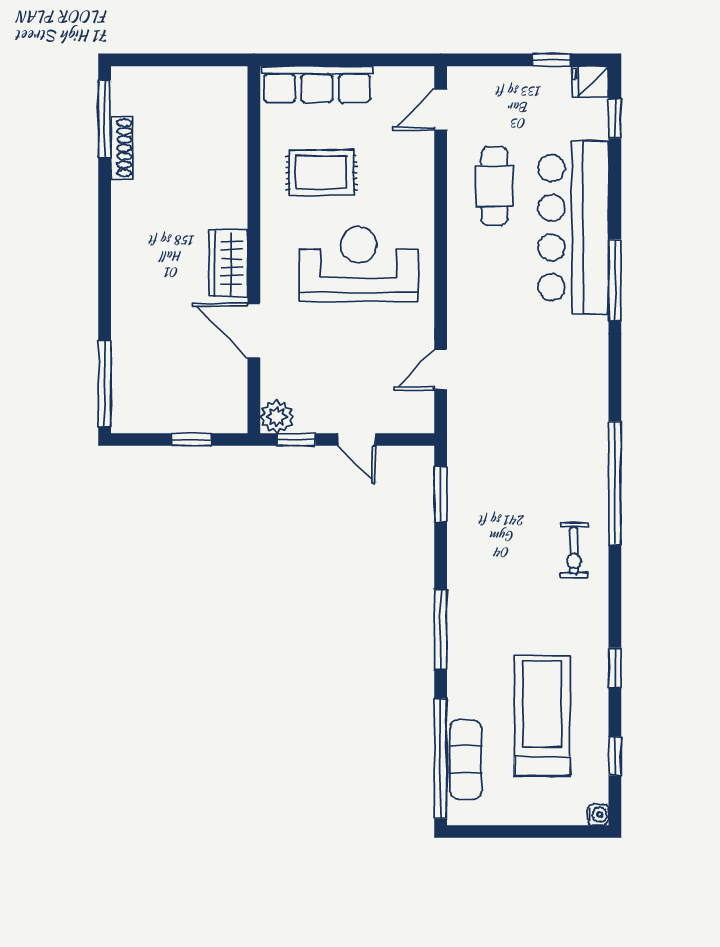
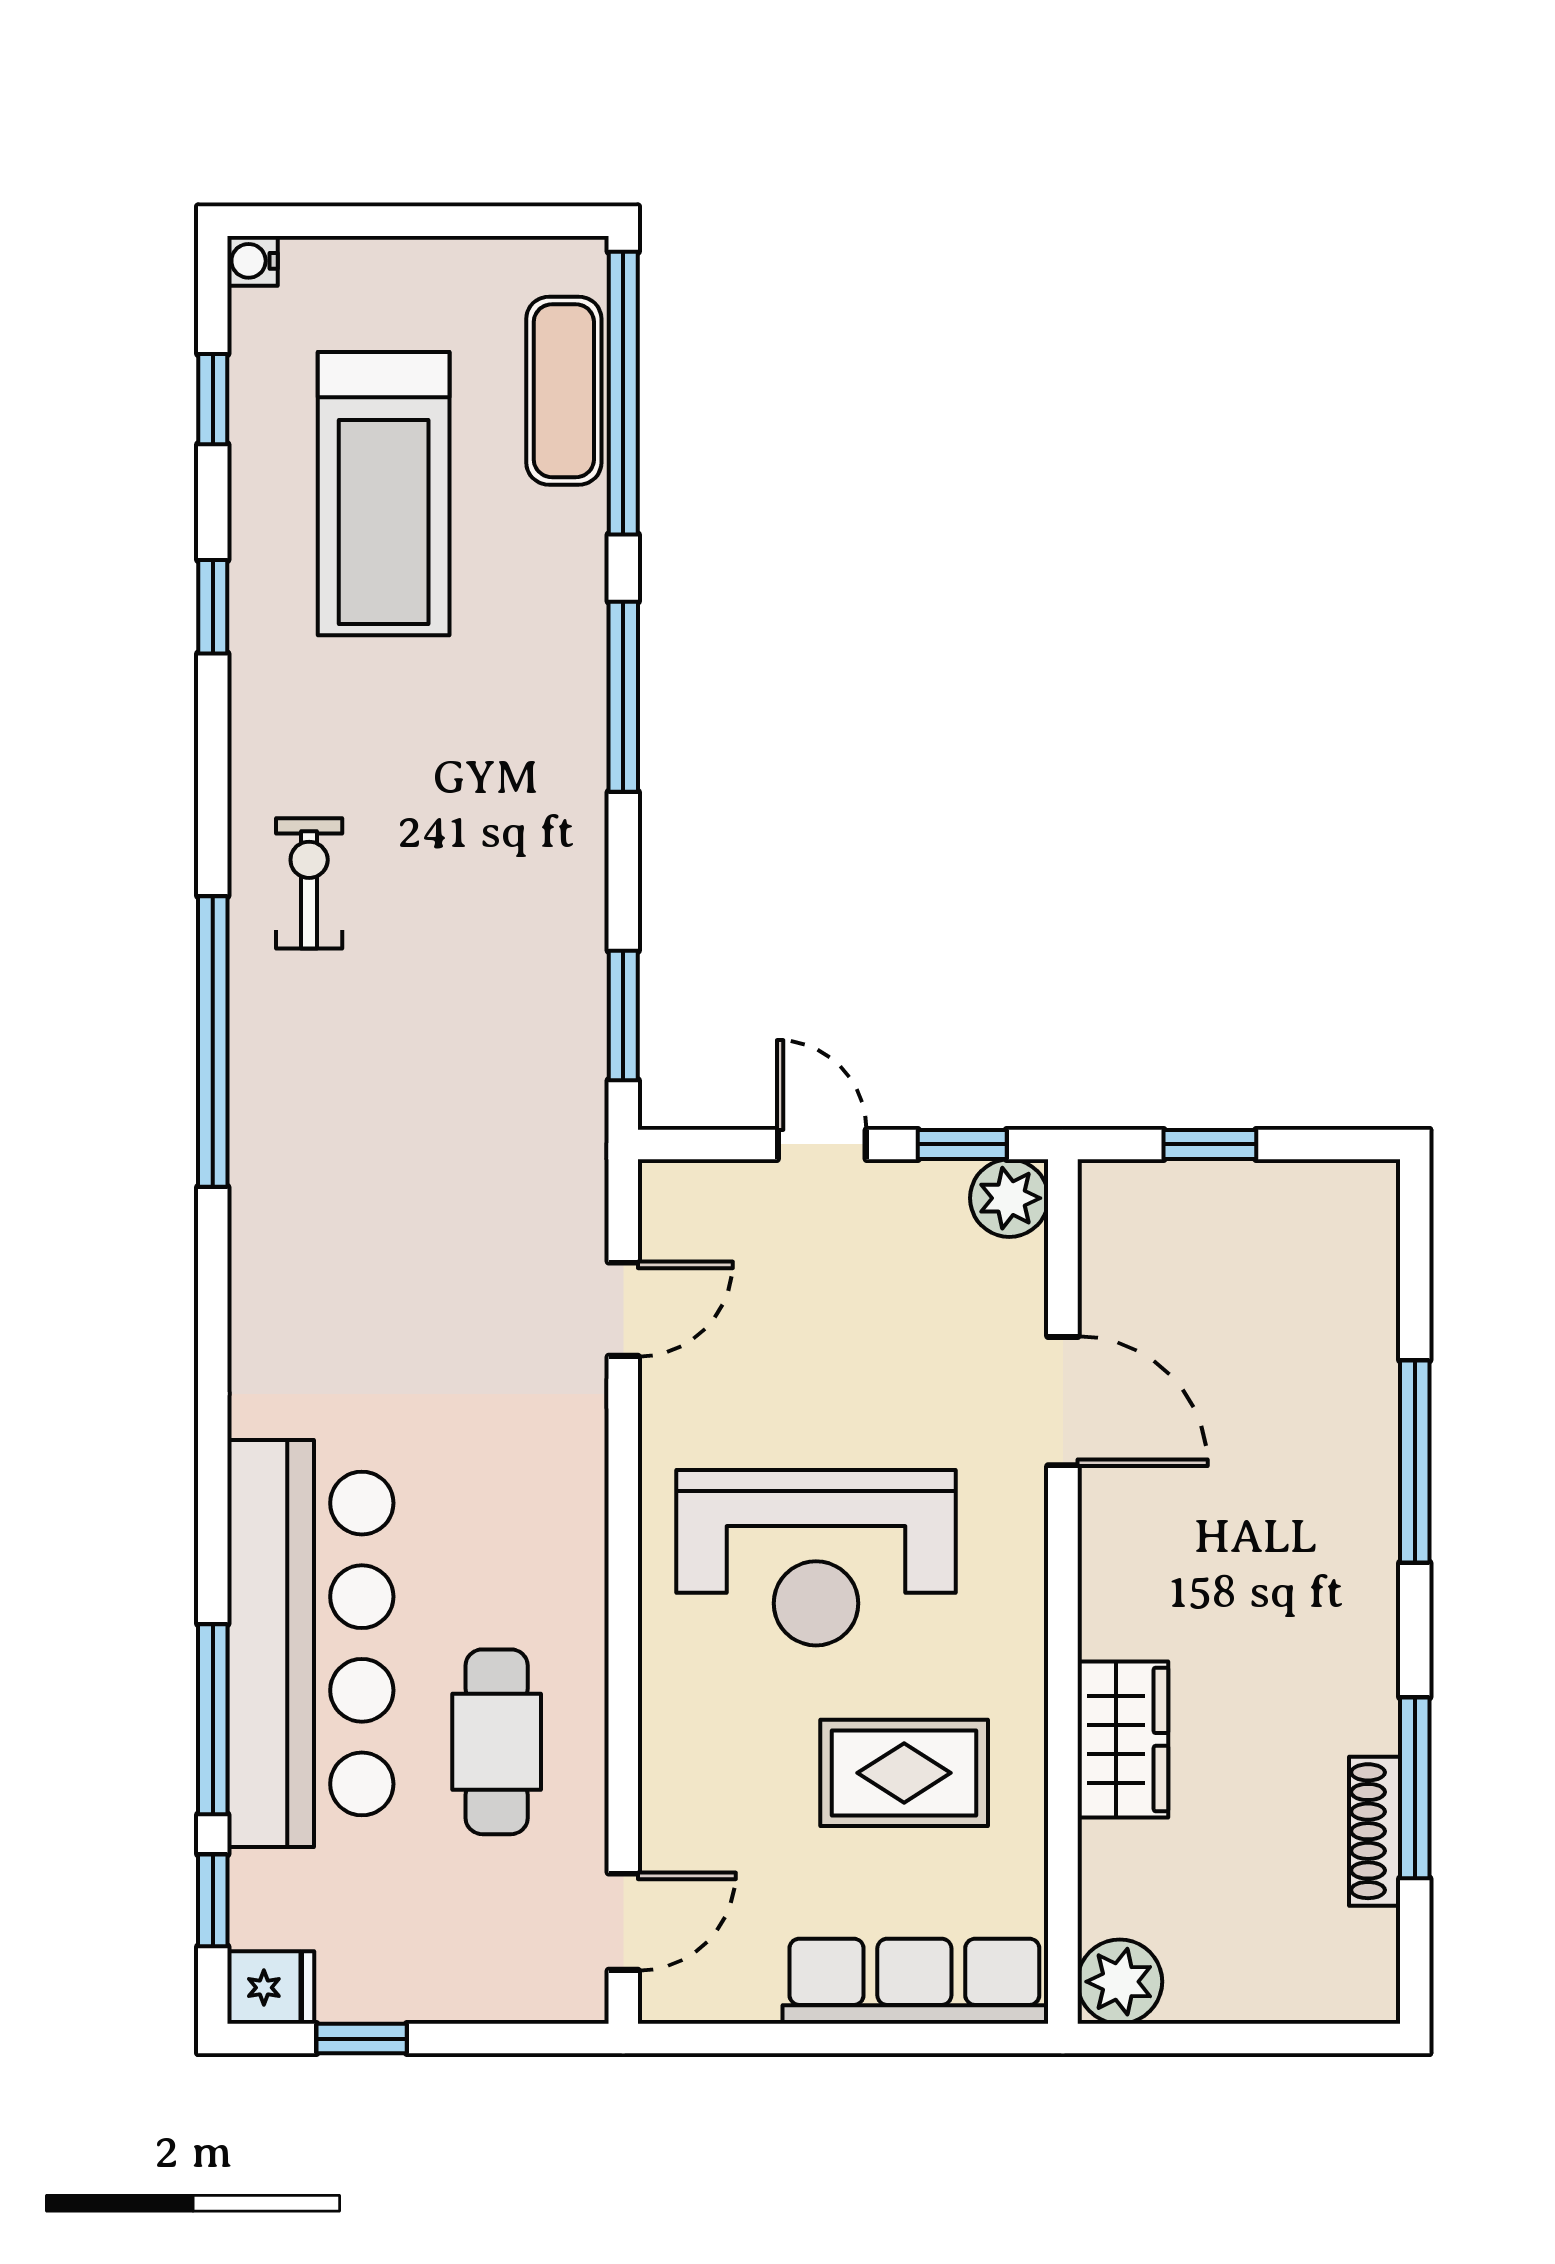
plant: (230, 84) -> (1120, 1982), added
window: (105, 119) -> (1415, 1788), moved
wardrobe: (228, 263) -> (1123, 1739), moved
window: (615, 280) -> (213, 1719), moved
window: (105, 384) -> (1415, 1462), moved

